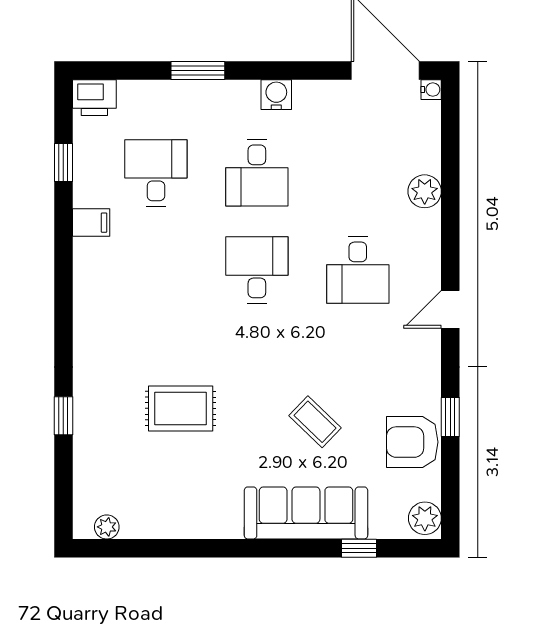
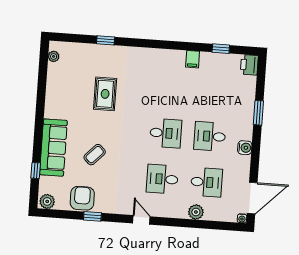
desk: (156, 173) -> (206, 182), moved

